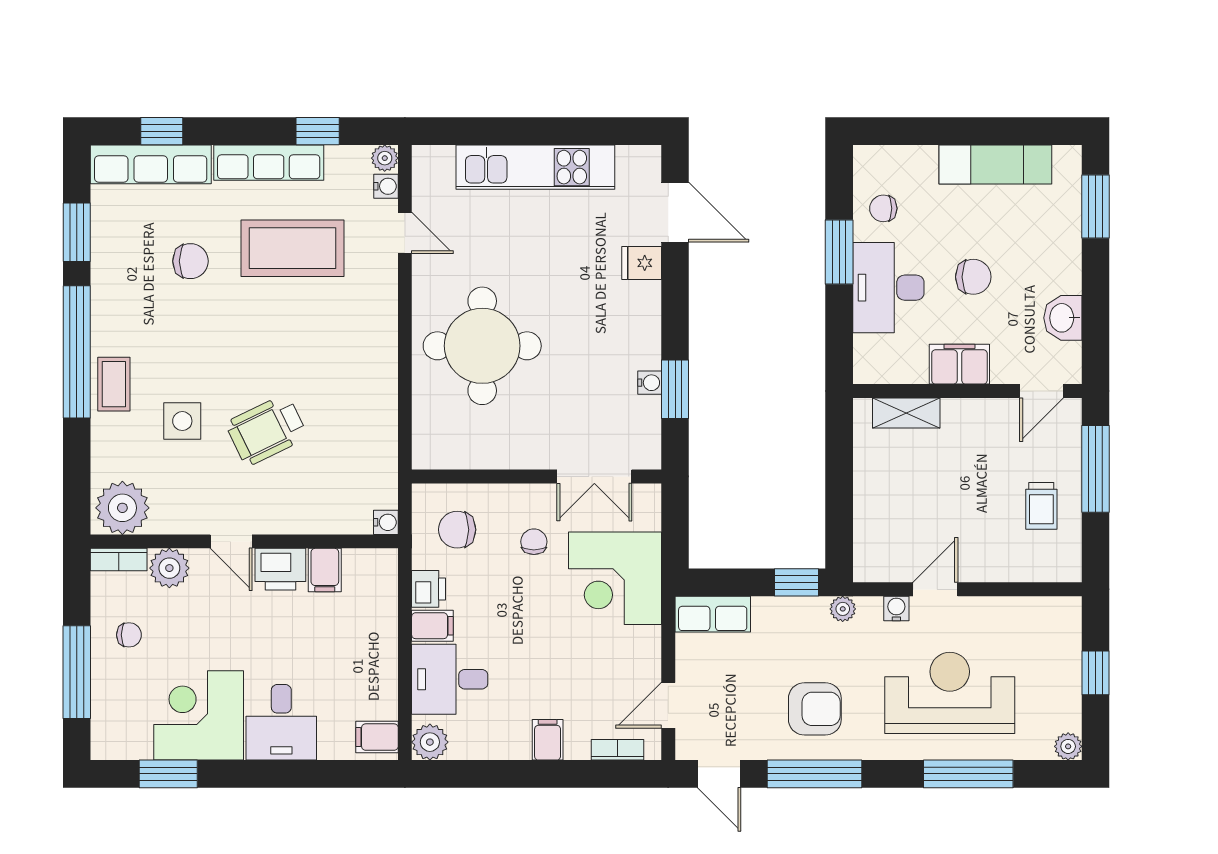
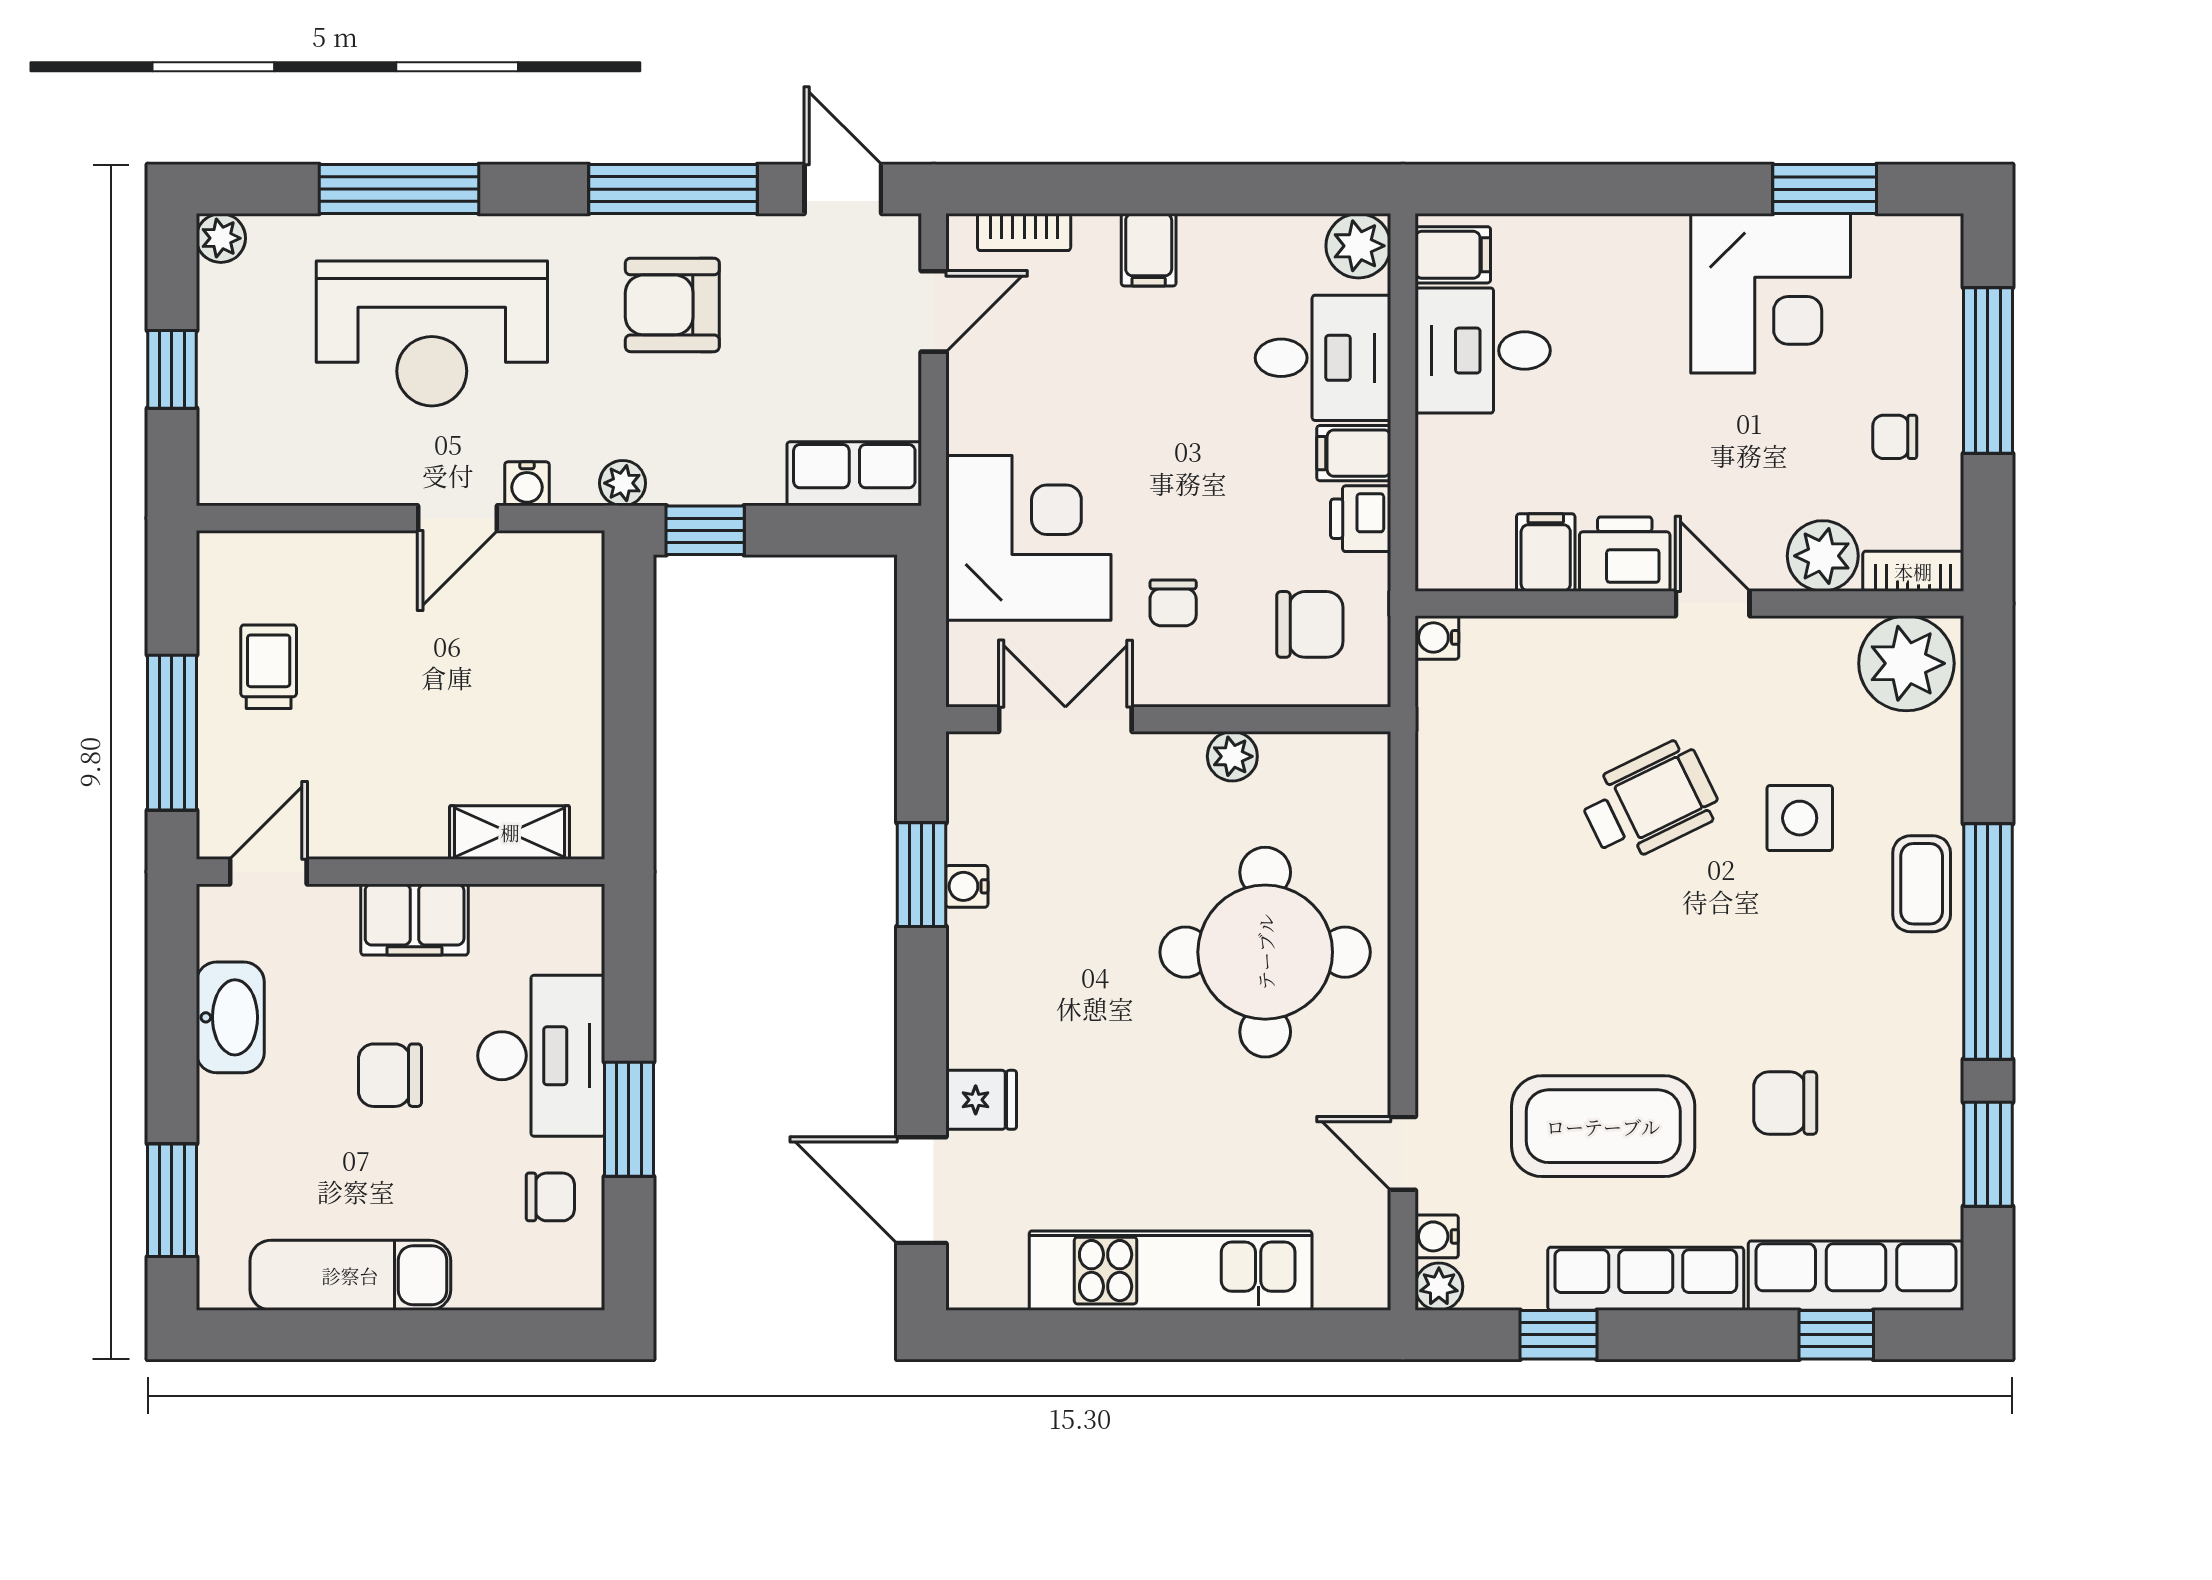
washbasin: (1063, 318) -> (230, 1017), width x1.38
plant: (501, 456) -> (1232, 756), added
desk: (281, 722) -> (1483, 351), moved, turned -90

